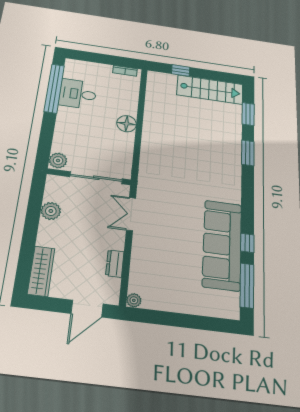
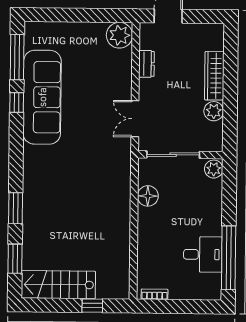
floor lamp: (127, 124) -> (148, 196), moved
double door: (131, 214) -> (135, 119), swing flipped
wardrobe: (41, 271) -> (214, 76), moved
plant: (134, 300) -> (119, 35), width x1.88, depth x1.88

